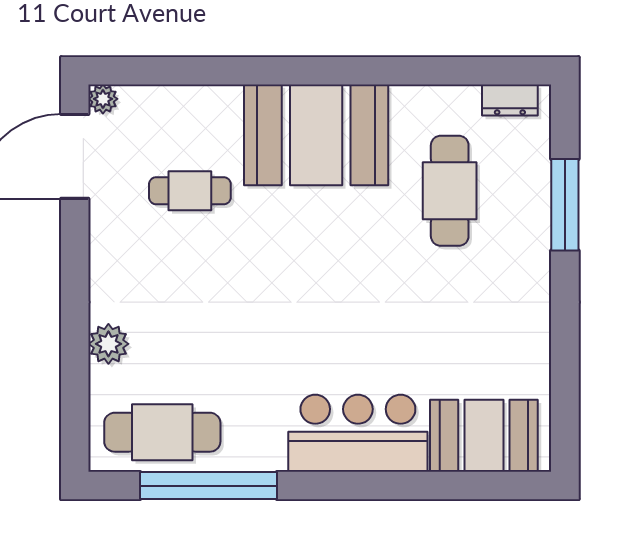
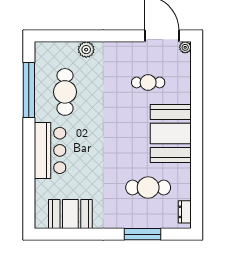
cafe table: (190, 191) -> (148, 82), turned 90
cafe table: (162, 432) -> (65, 92), moved
booth: (484, 436) -> (70, 214), moved, turned 90

